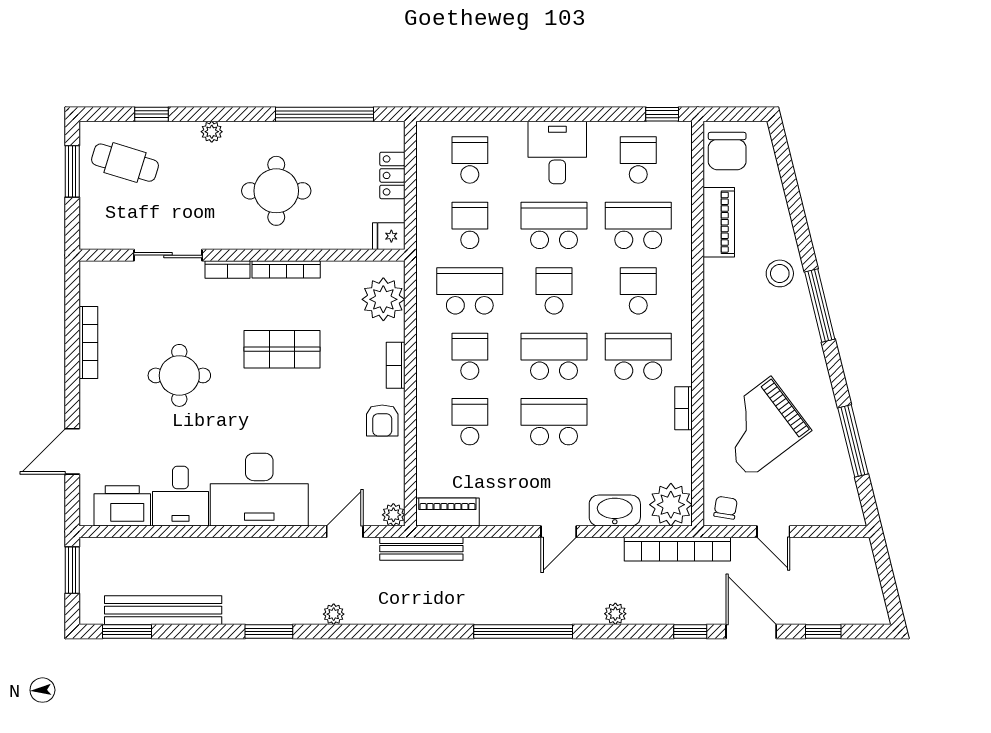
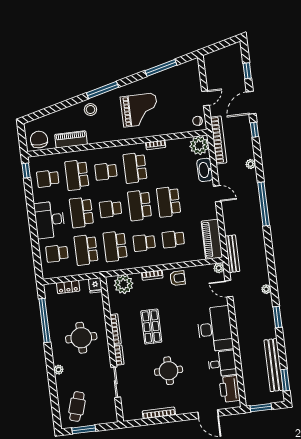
window: (152, 114) -> (54, 397), removed
chair: (727, 151) -> (39, 140), turned -90
desk: (557, 152) -> (49, 220), width x1.37
school desk: (470, 225) -> (86, 250), width x1.85
grand piano: (760, 427) -> (140, 110), moved, turned -53
piano: (447, 512) -> (212, 239), width x1.37, depth x1.33

